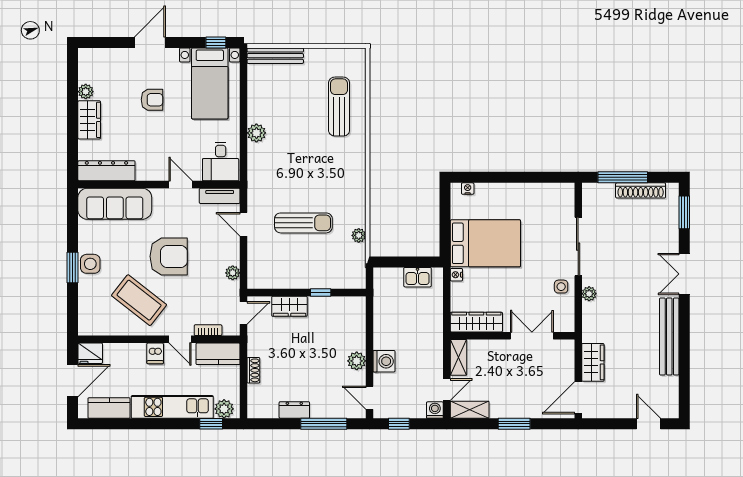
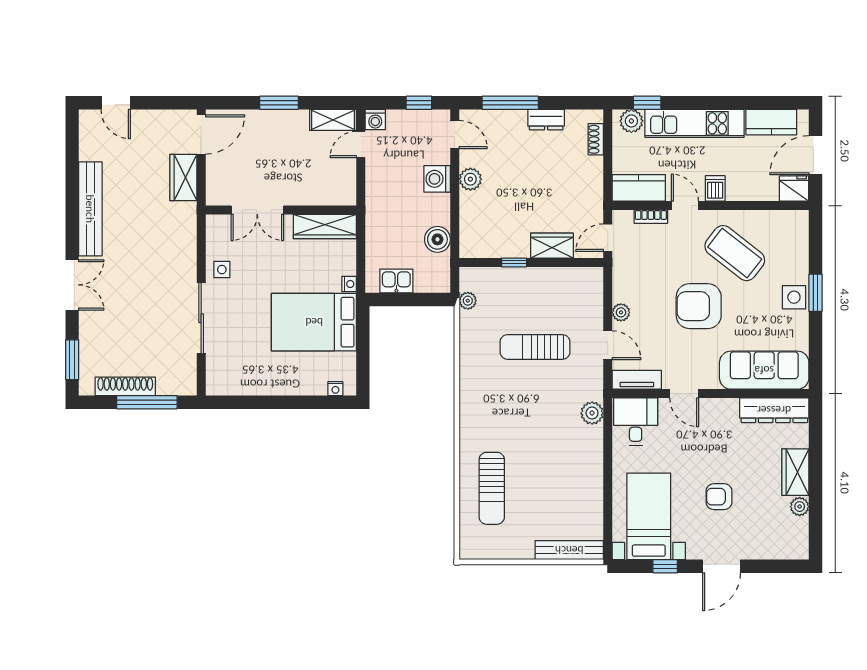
window: (216, 42) -> (665, 566), moved
plant: (256, 133) -> (592, 413), moved
plant: (359, 235) -> (468, 301), moved
plant: (233, 273) -> (621, 312), moved
plant: (589, 294) -> (188, 261), removed
boiler: (384, 311) -> (437, 239), added
shelving: (459, 357) -> (346, 184), removed
shoe rack: (253, 370) -> (596, 139), moved

